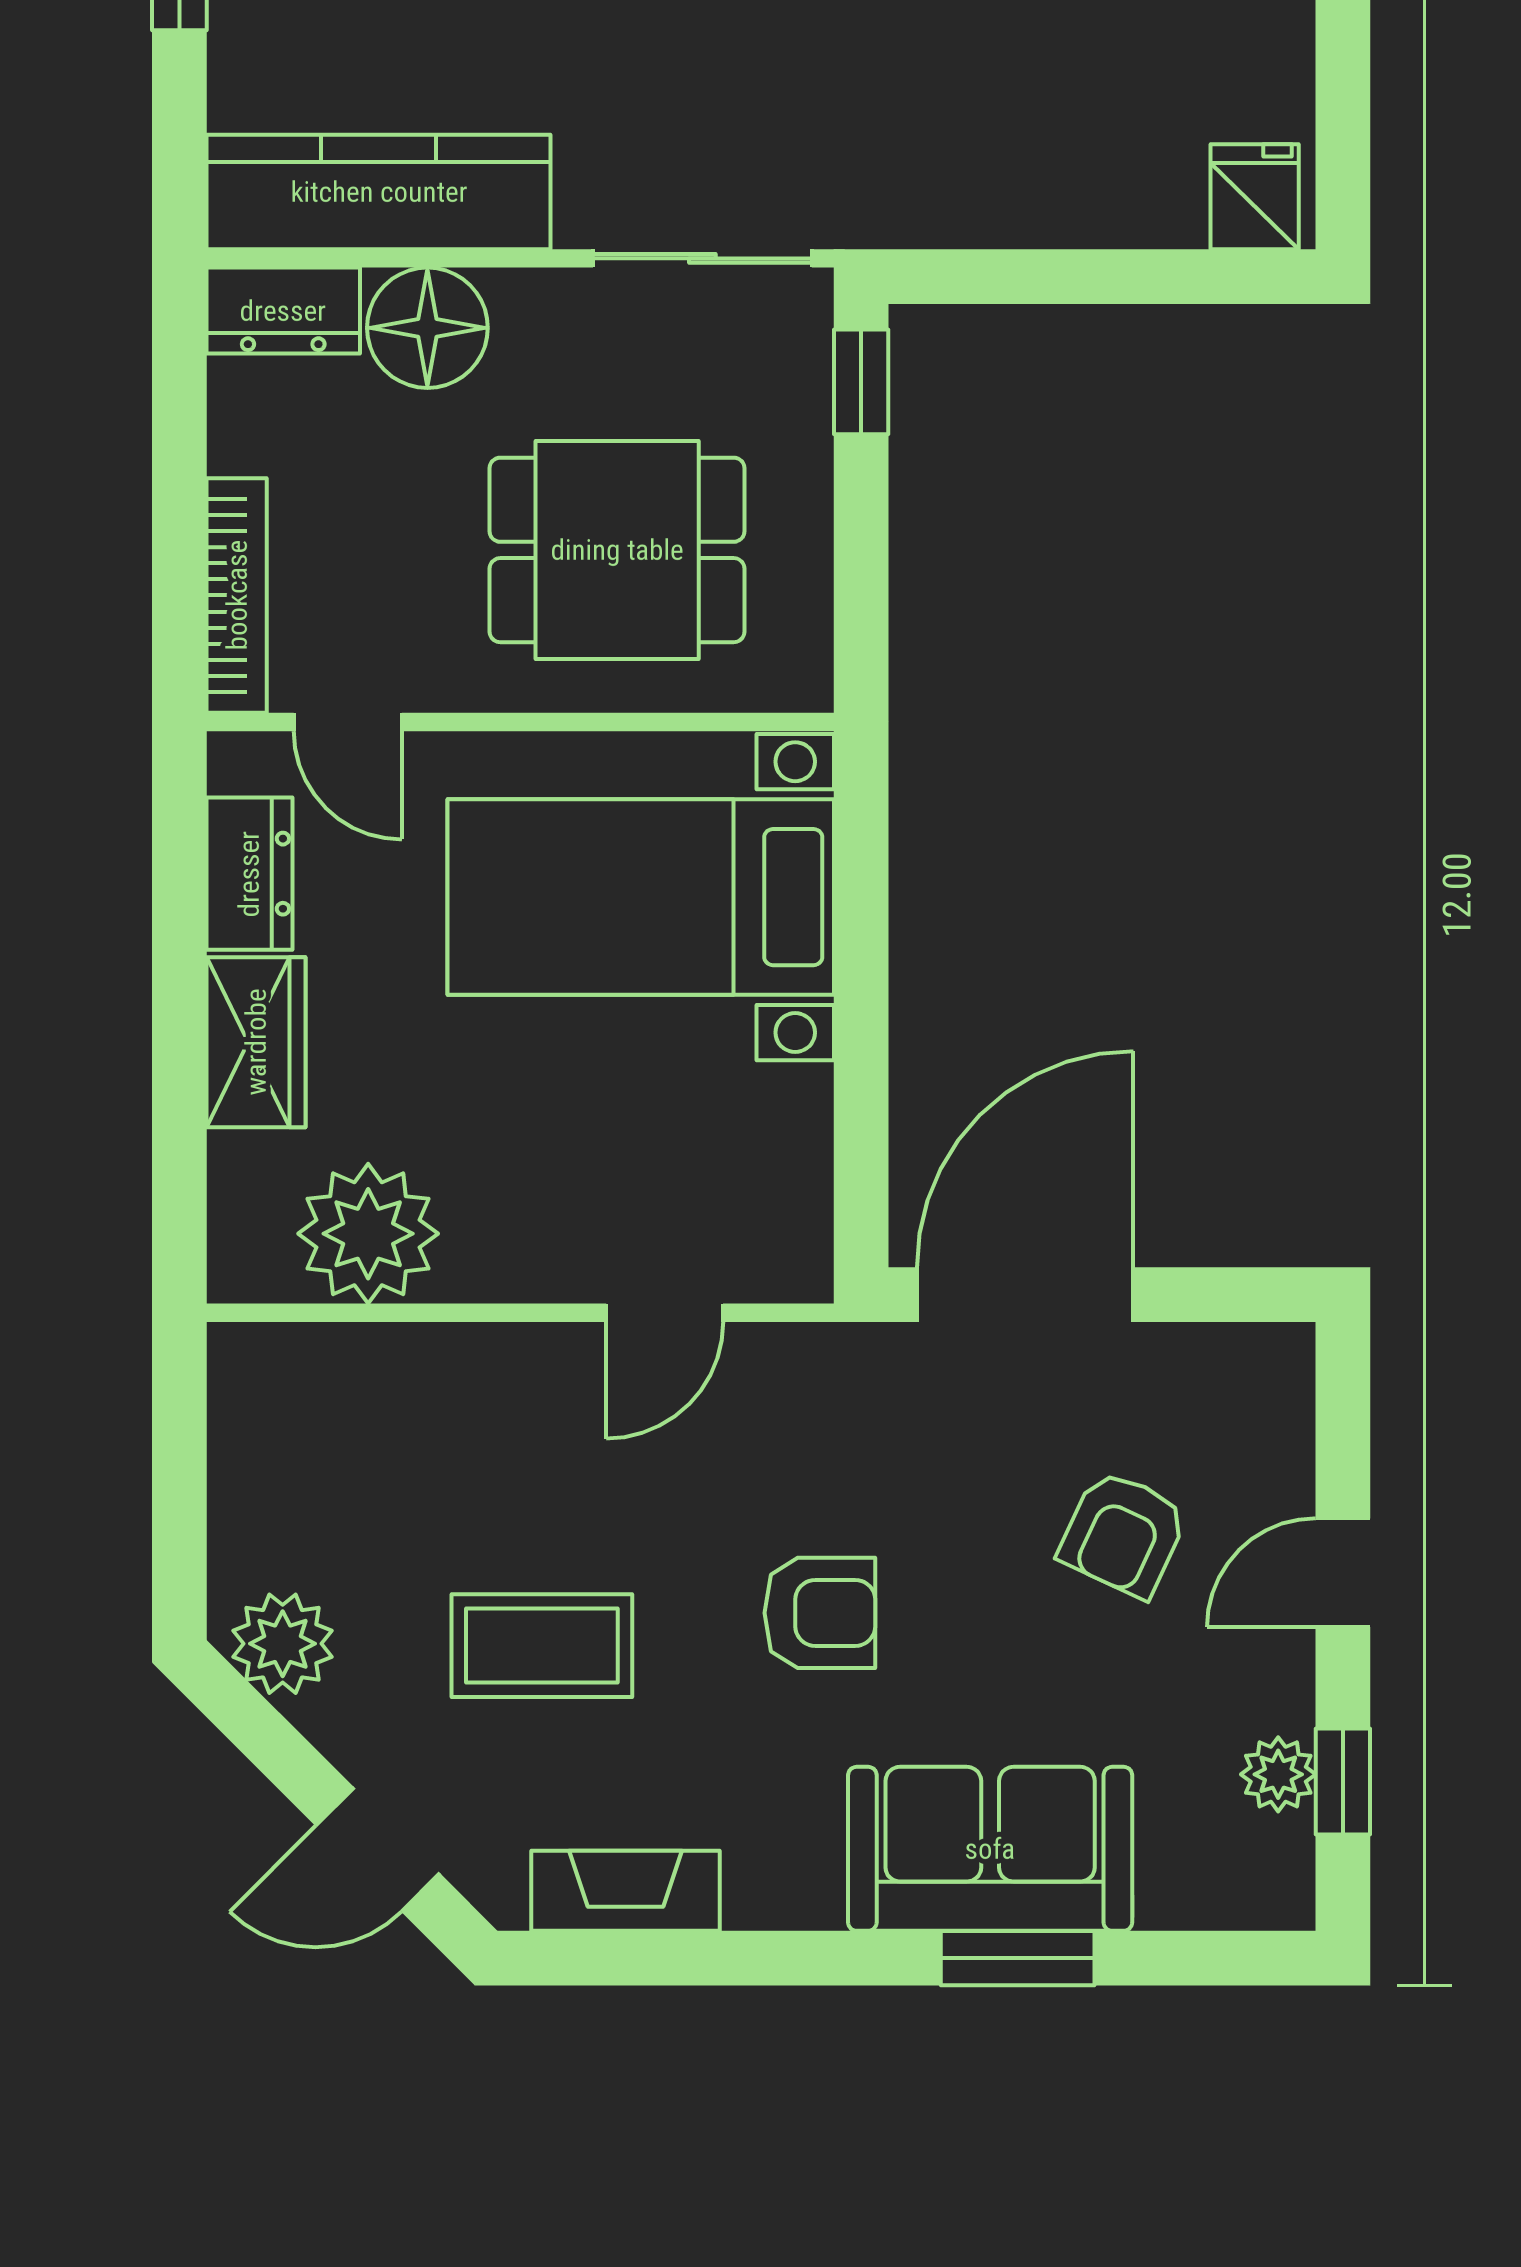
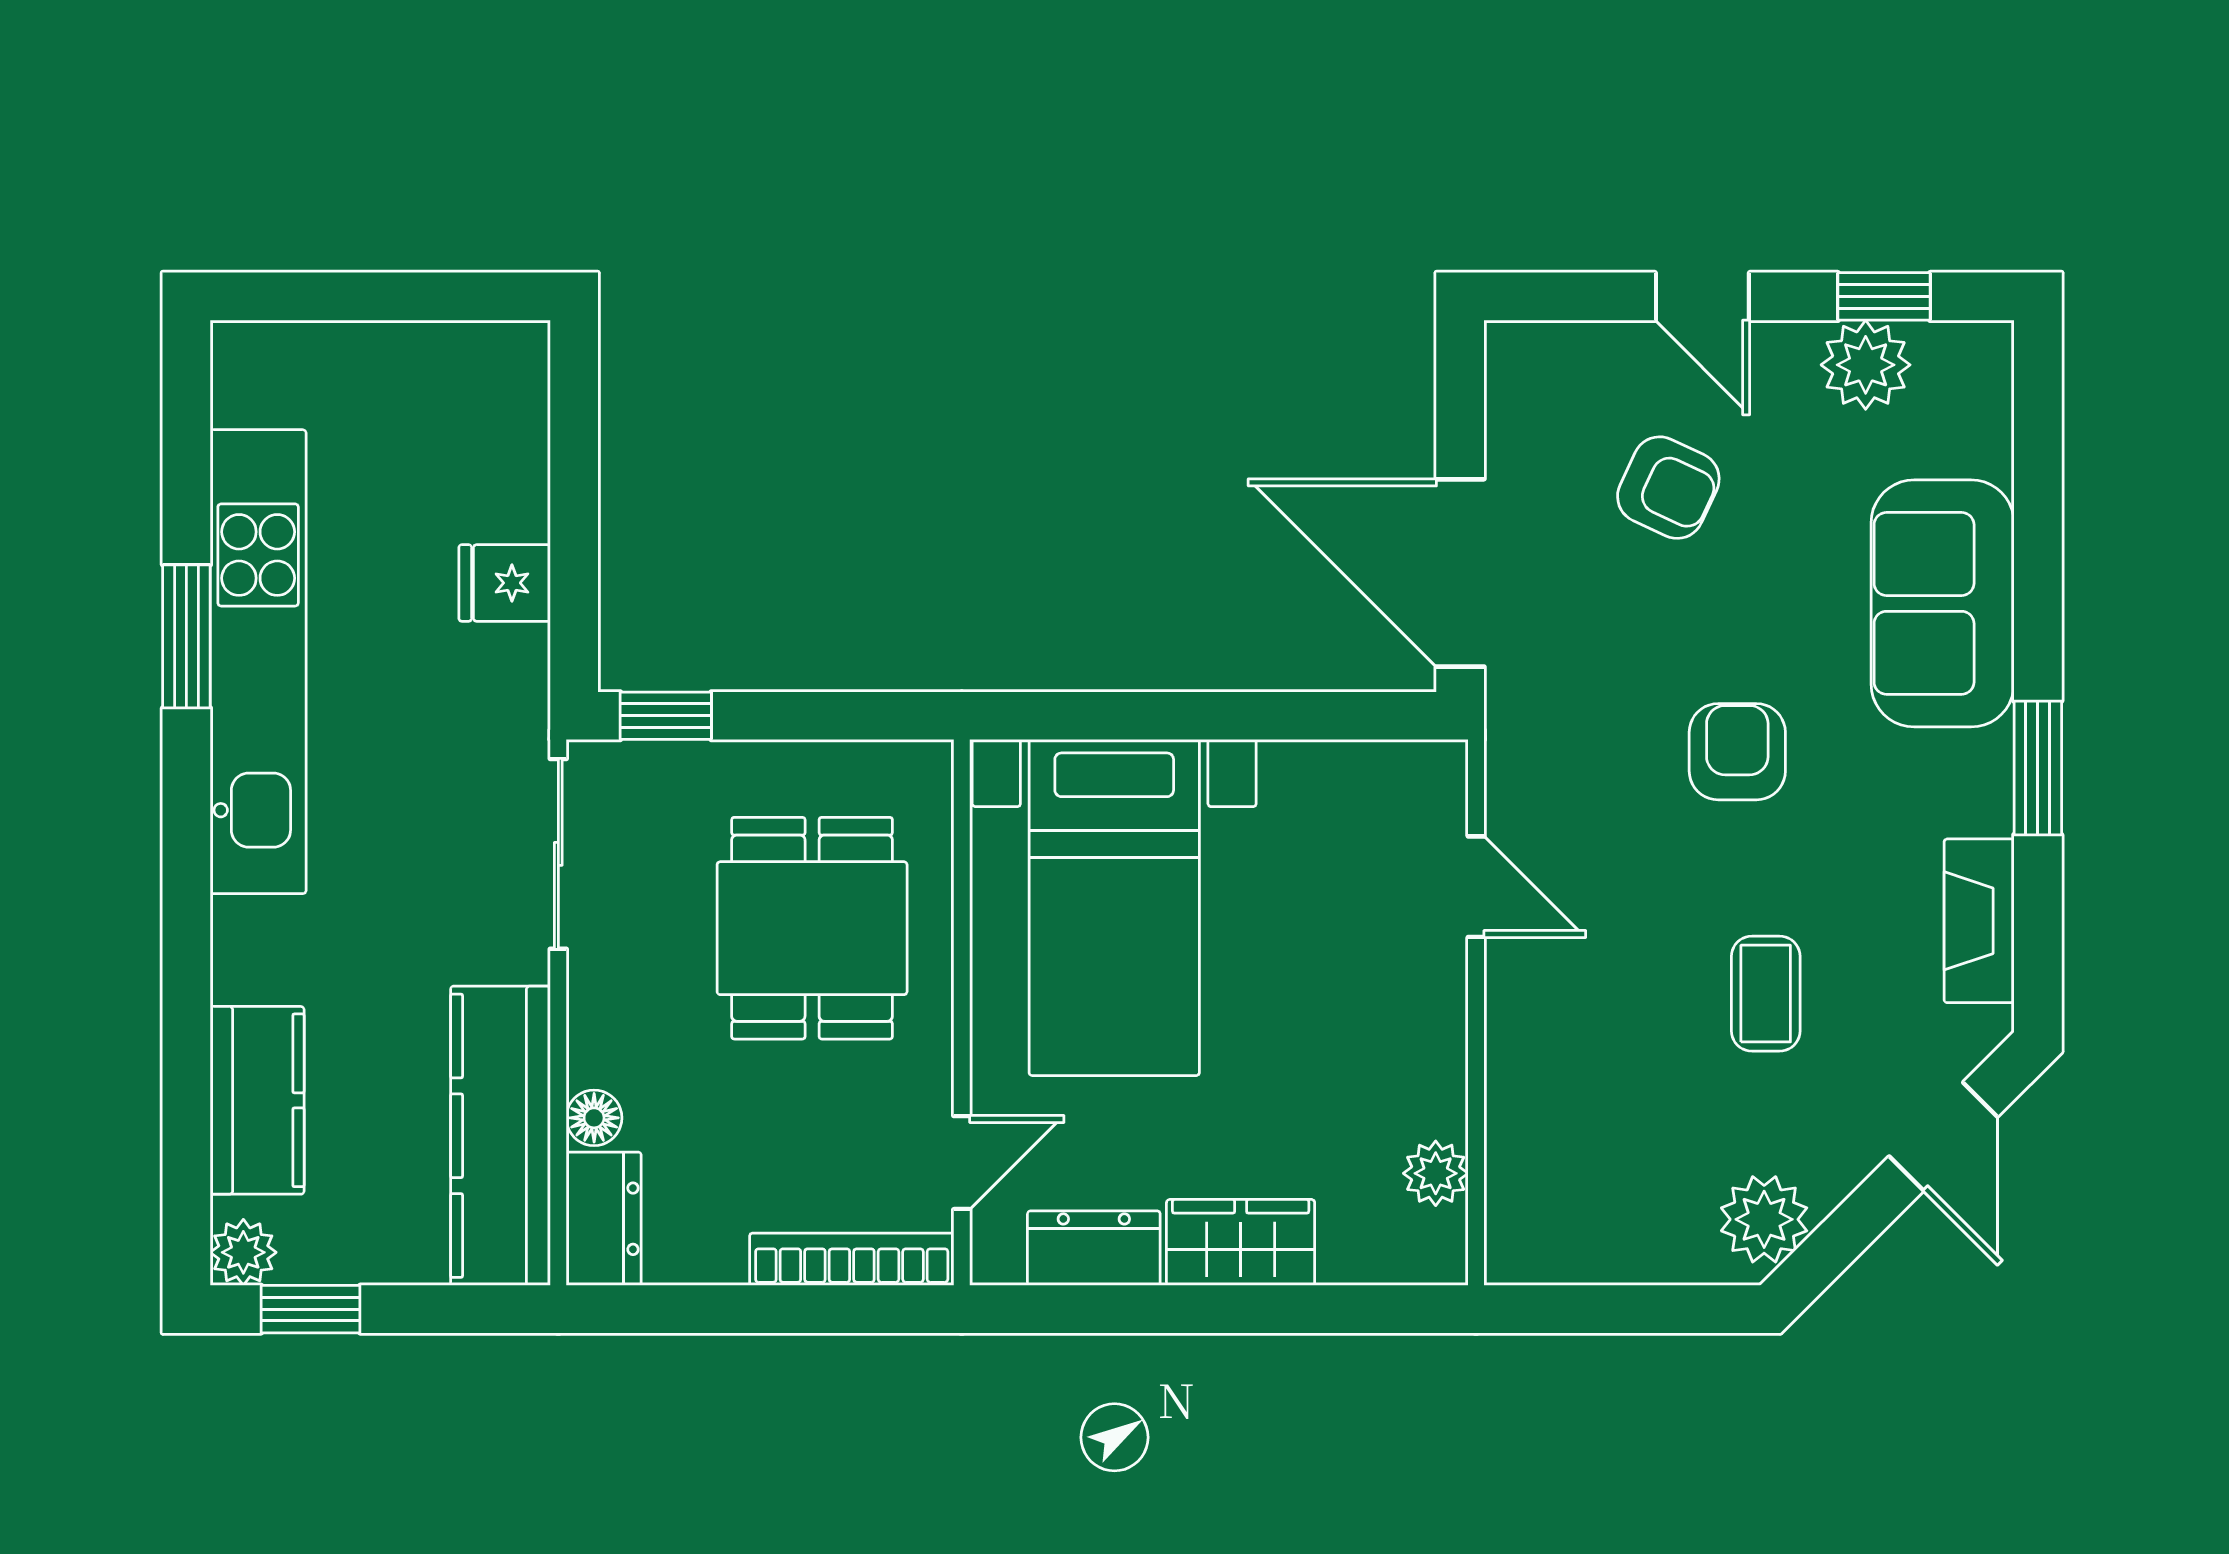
fridge: (1255, 197) -> (505, 583), moved
floor lamp: (427, 328) -> (594, 1118), width x0.53, depth x0.53
plant: (368, 1234) -> (1436, 1173), width x0.53, depth x0.53
coffee table: (542, 1646) -> (1766, 994), width x0.73, depth x0.77
plant: (1278, 1774) -> (1866, 365), width x1.38, depth x1.38
window: (1018, 1958) -> (2038, 768), moved

